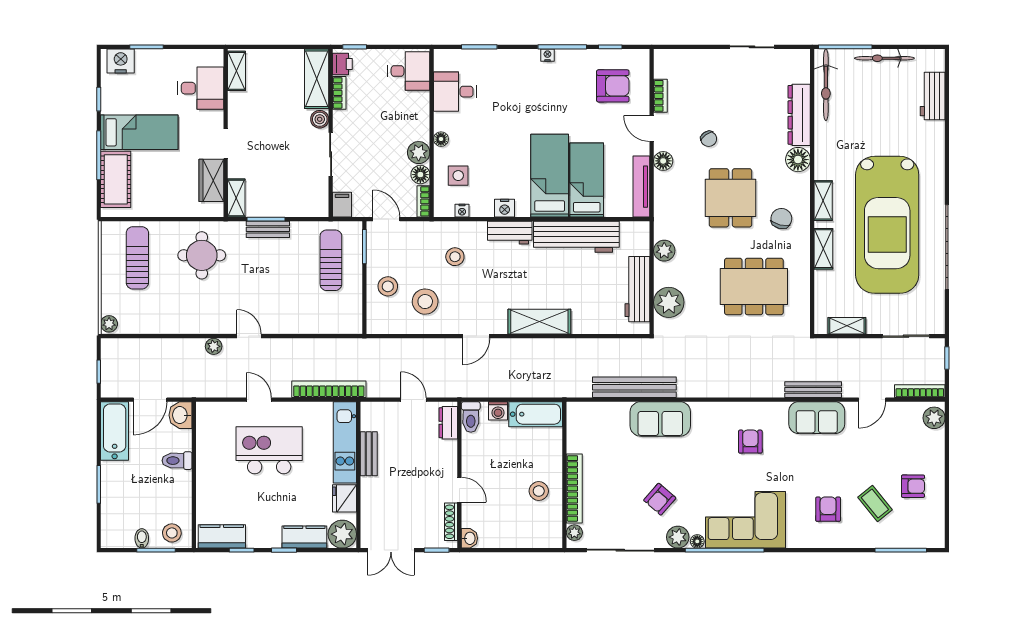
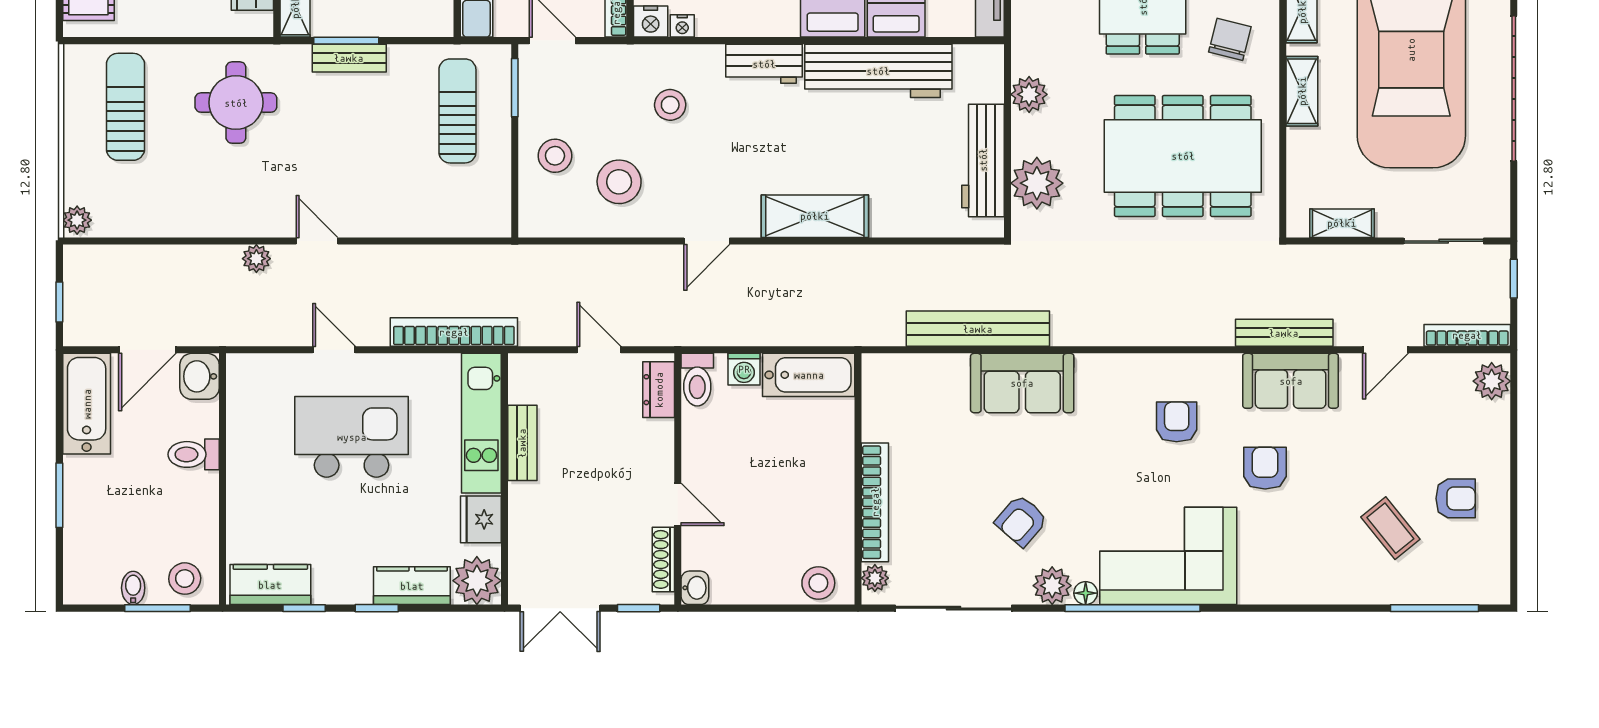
nightstand: (505, 208) -> (651, 22), moved
dining table: (754, 286) -> (1183, 156), width x1.36, depth x1.24
stool: (539, 491) -> (818, 583), moved
armchair: (828, 509) -> (1265, 468), moved

